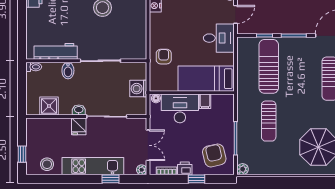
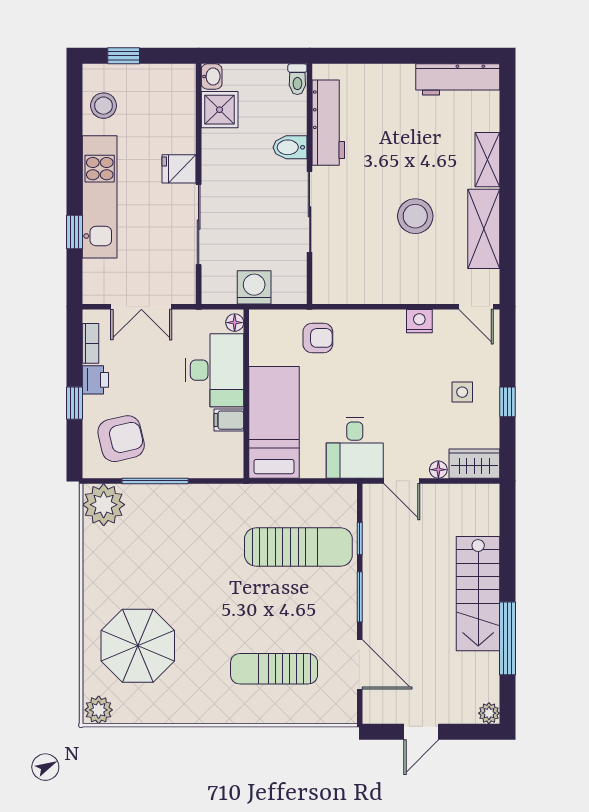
washbasin: (79, 110) -> (212, 77), moved
sun lounger: (269, 121) -> (189, 547), removed
plant: (243, 169) -> (104, 505), width x1.88, depth x1.88
plant: (142, 170) -> (93, 294), removed

